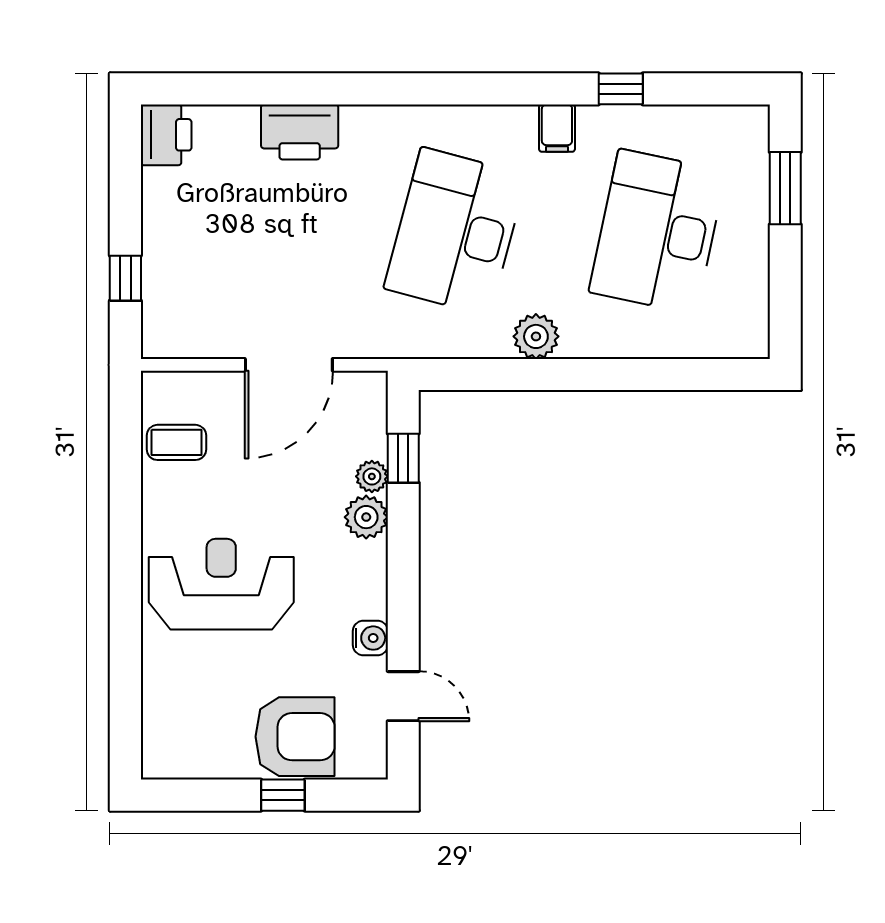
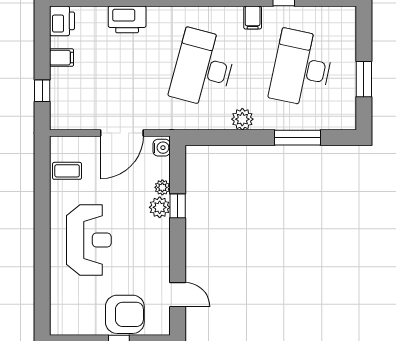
window: (785, 188) -> (364, 79), moved
filing cabinet: (165, 210) -> (62, 58), added
window: (649, 374) -> (297, 138), added
window: (403, 458) -> (178, 206), moved
reception desk: (221, 584) -> (89, 240), turned 90
water cooler: (370, 638) -> (162, 148), moved

